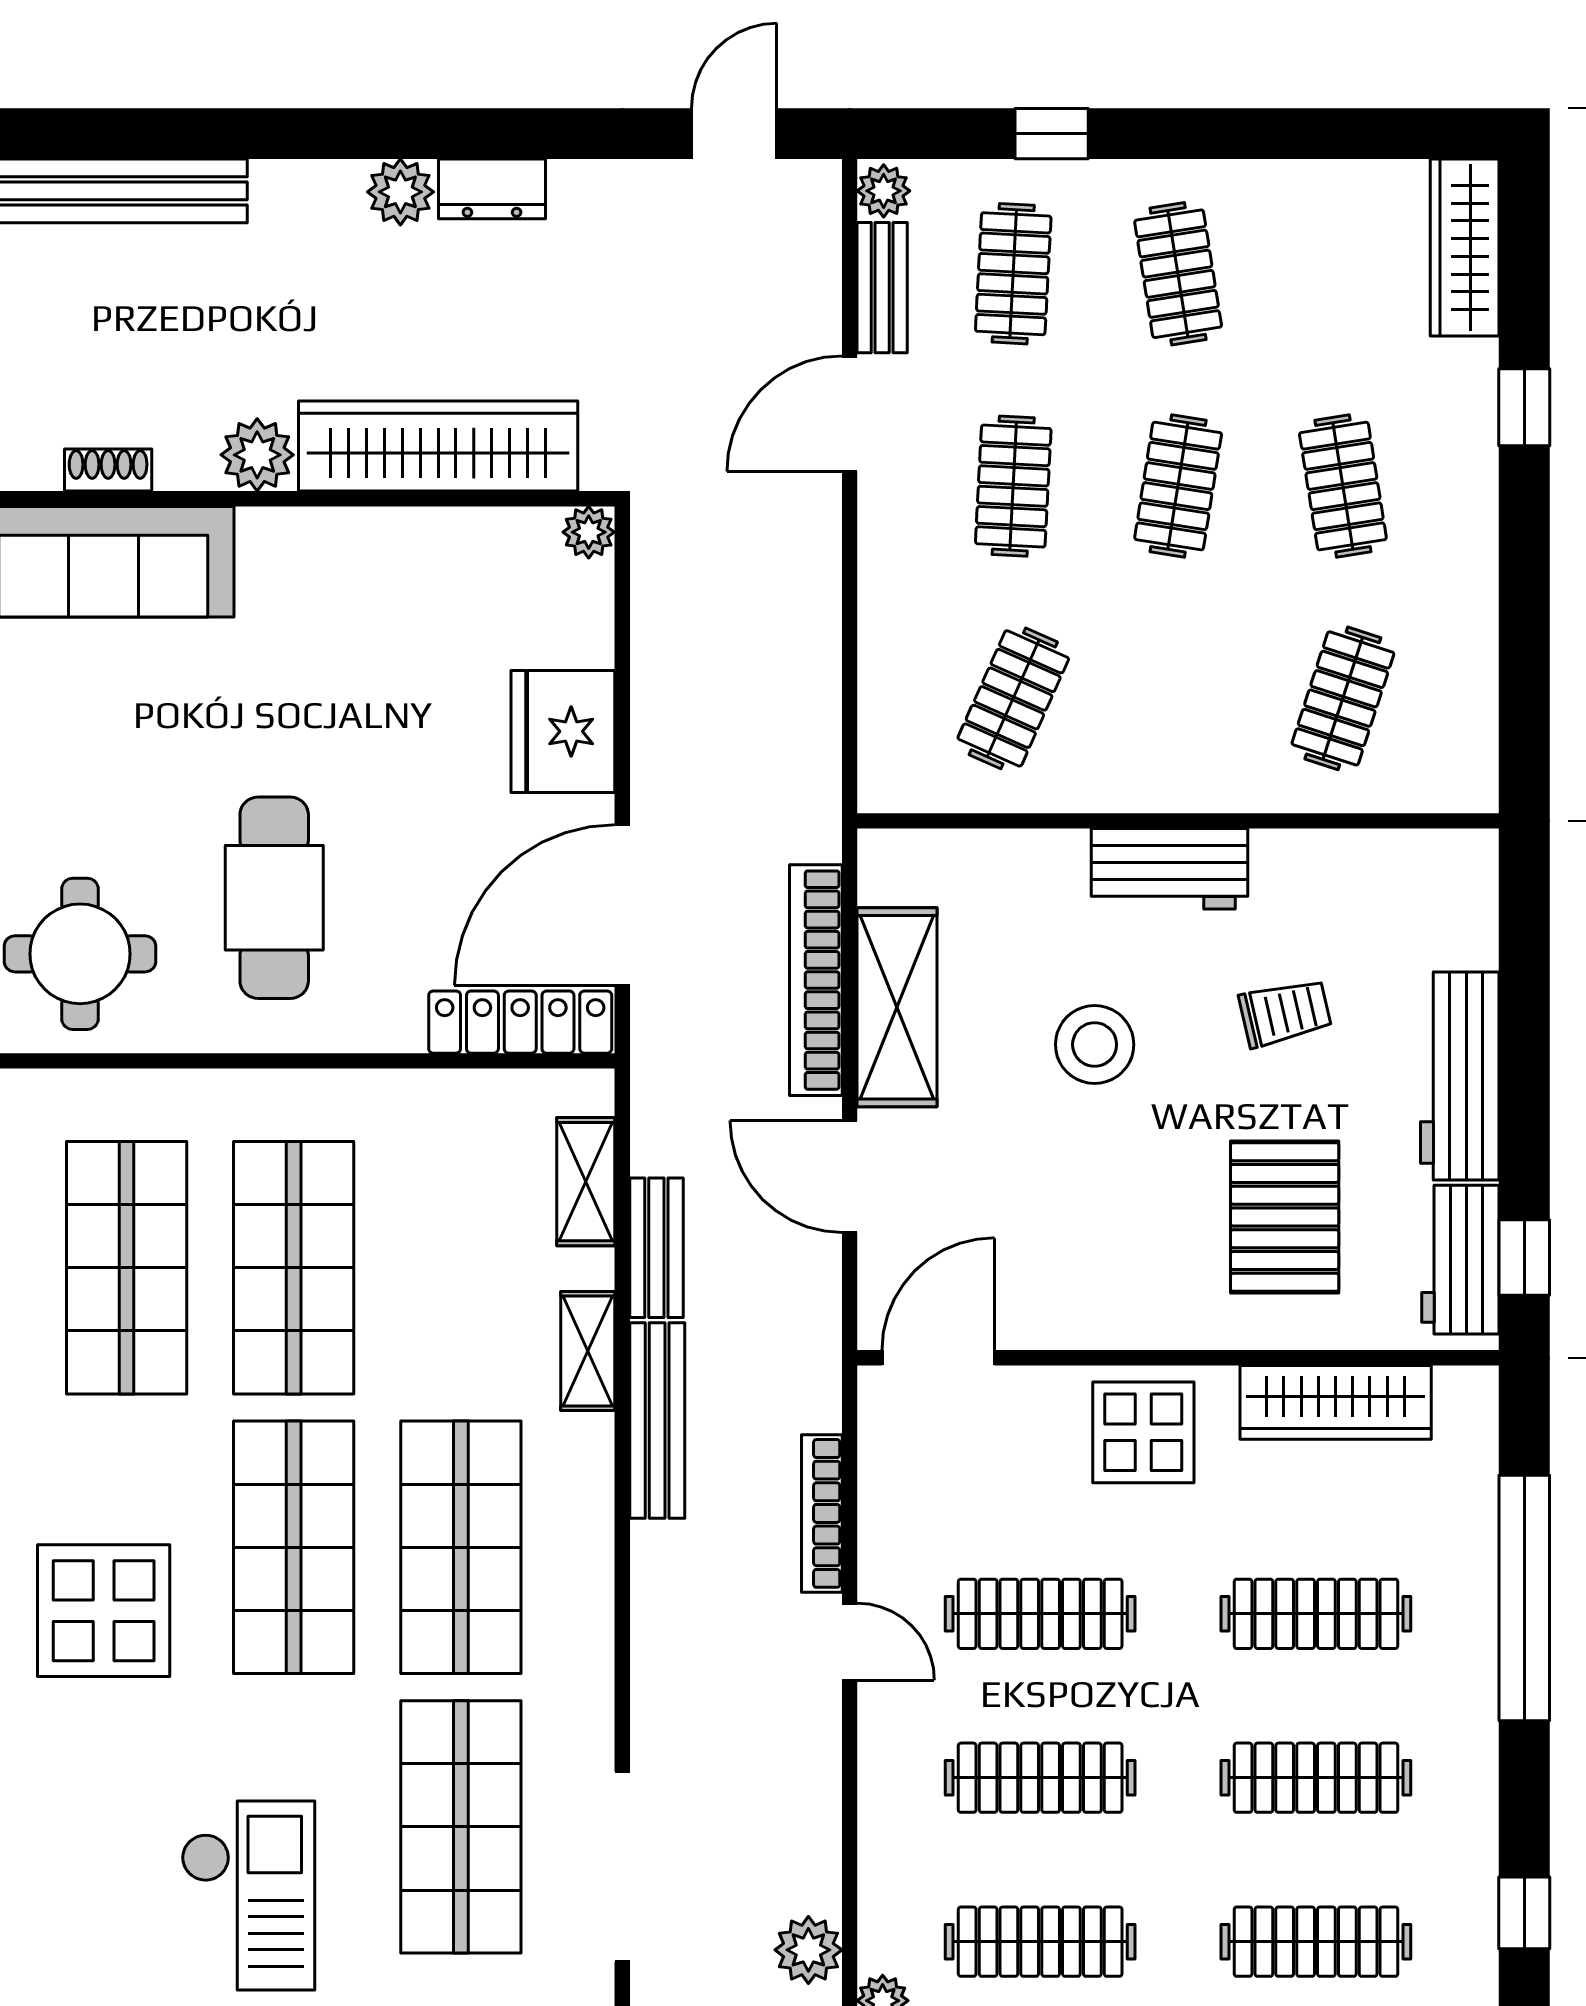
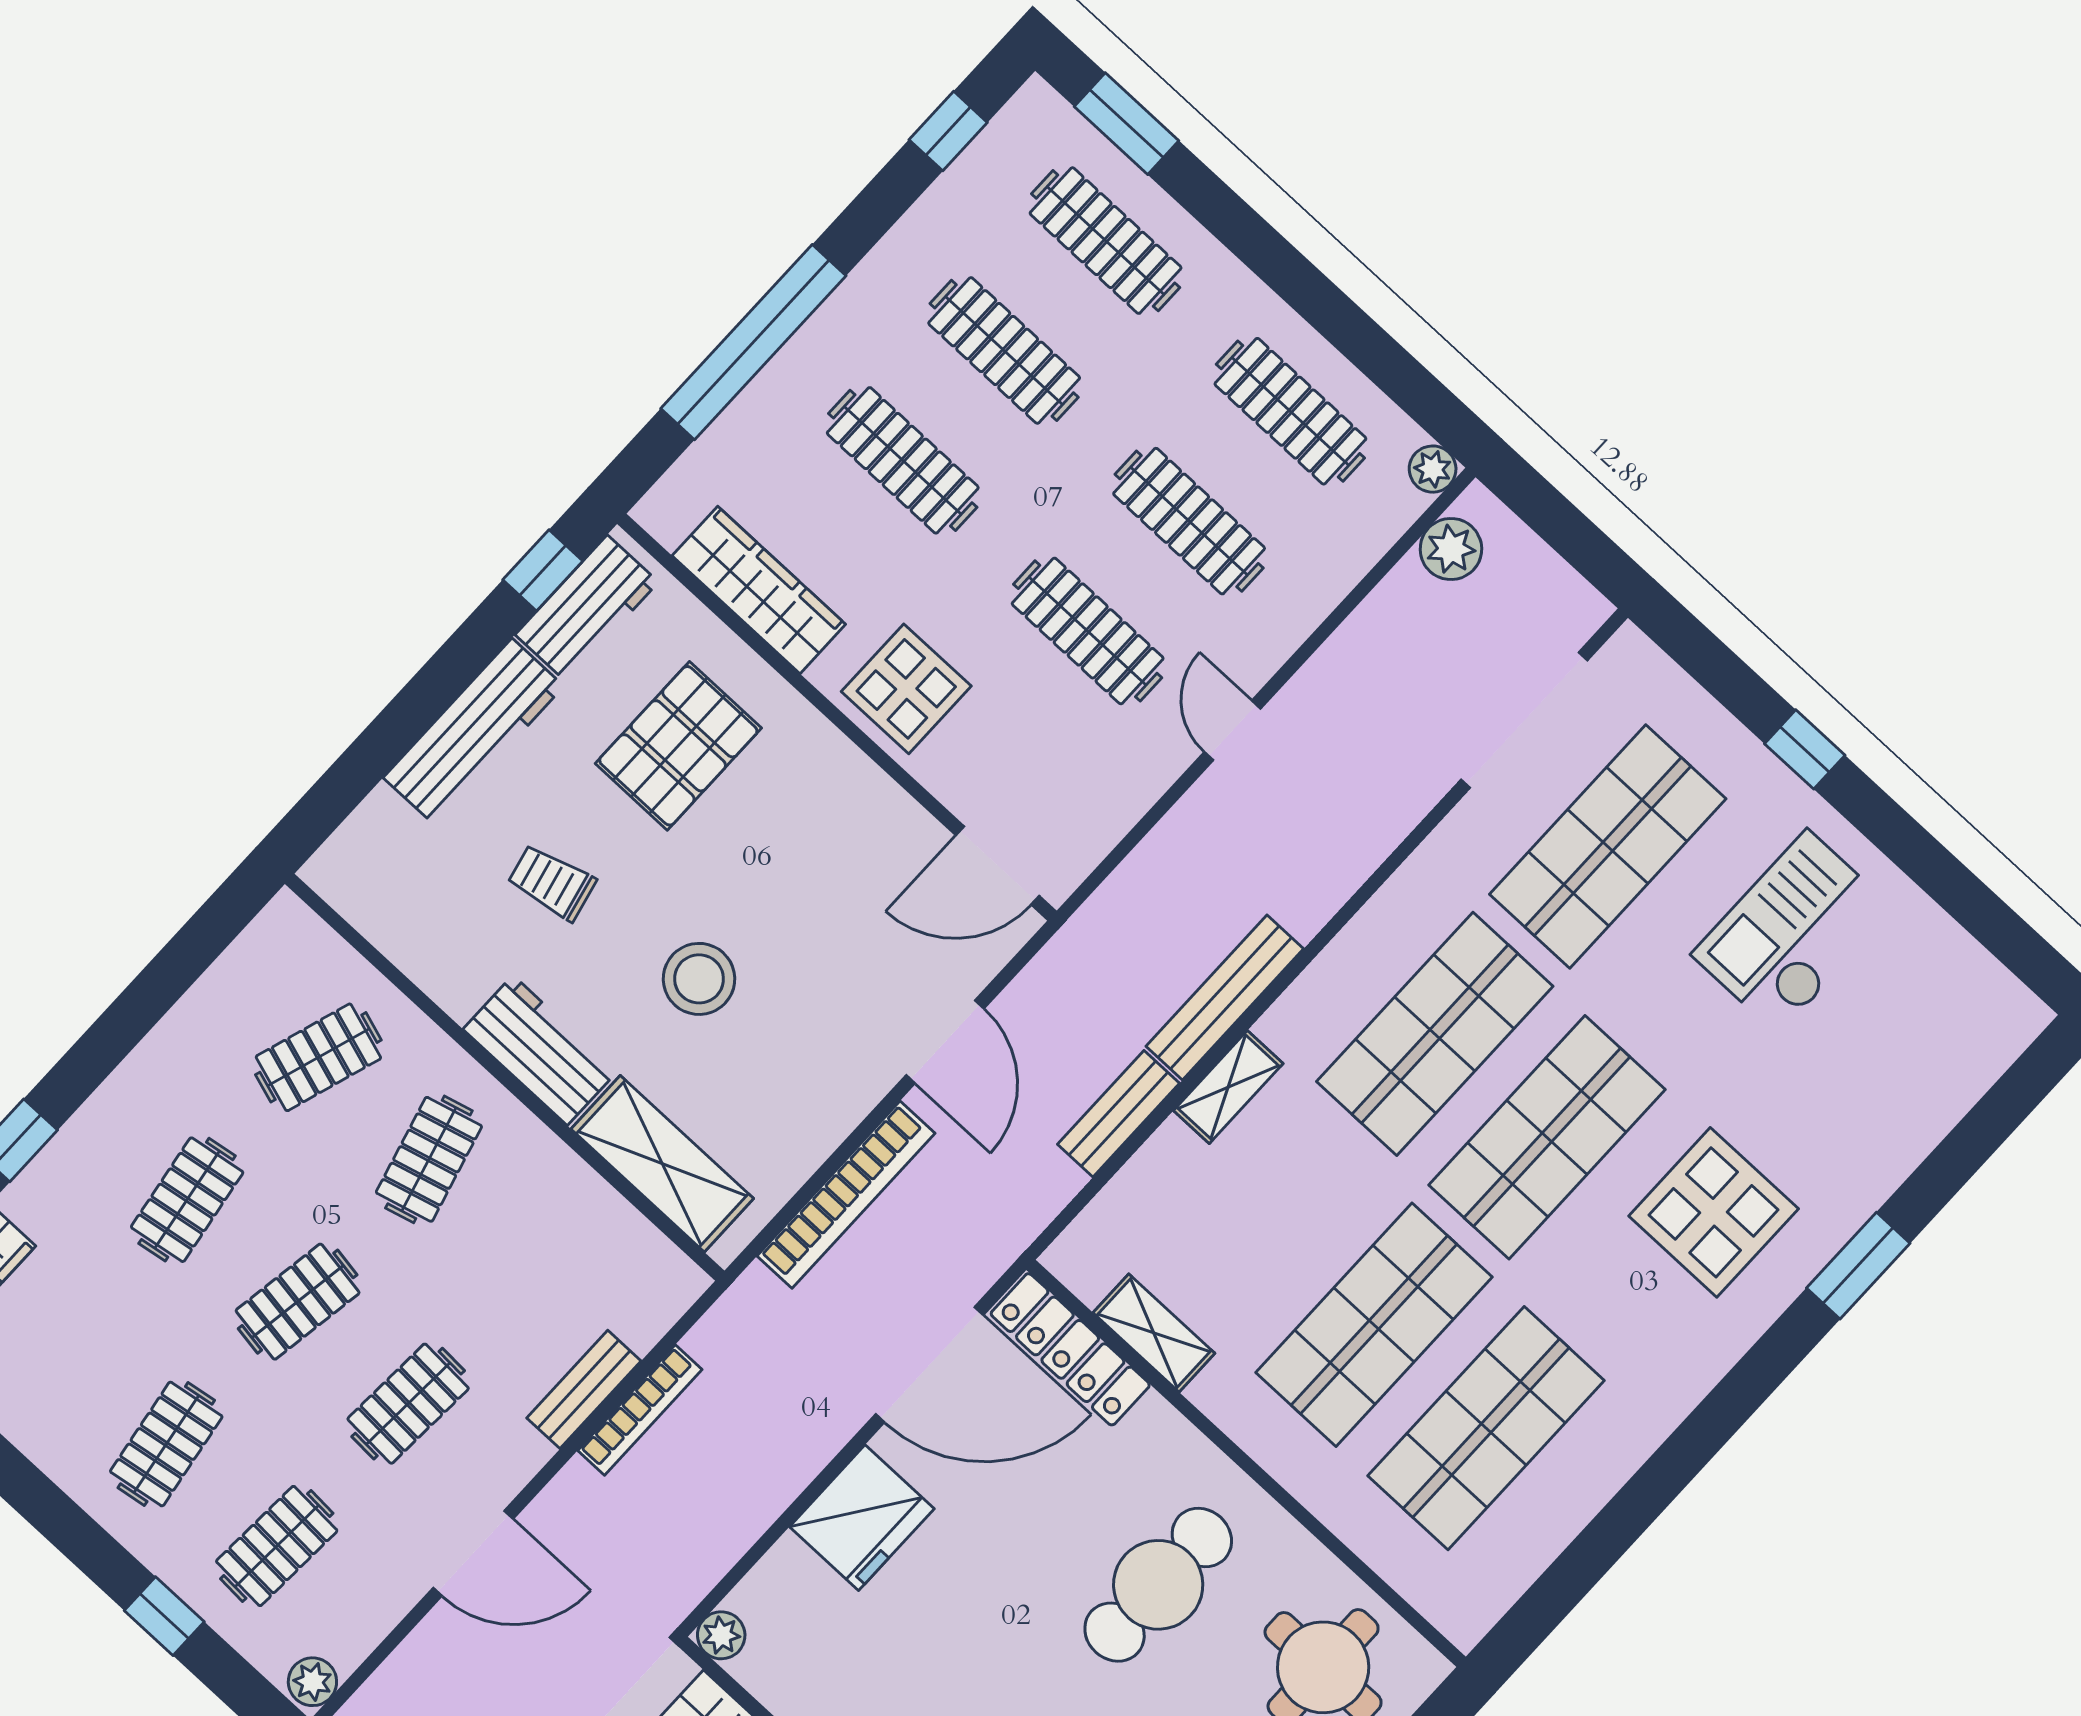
bench: (882, 288) -> (584, 1389), moved
clothes rail: (1013, 698) -> (429, 1159), moved, turned -39
shelving: (897, 1007) -> (662, 1164), moved, turned 90
shelving: (586, 1182) -> (1154, 1333), moved, turned 90
bookcase: (822, 1513) -> (640, 1410), moved

